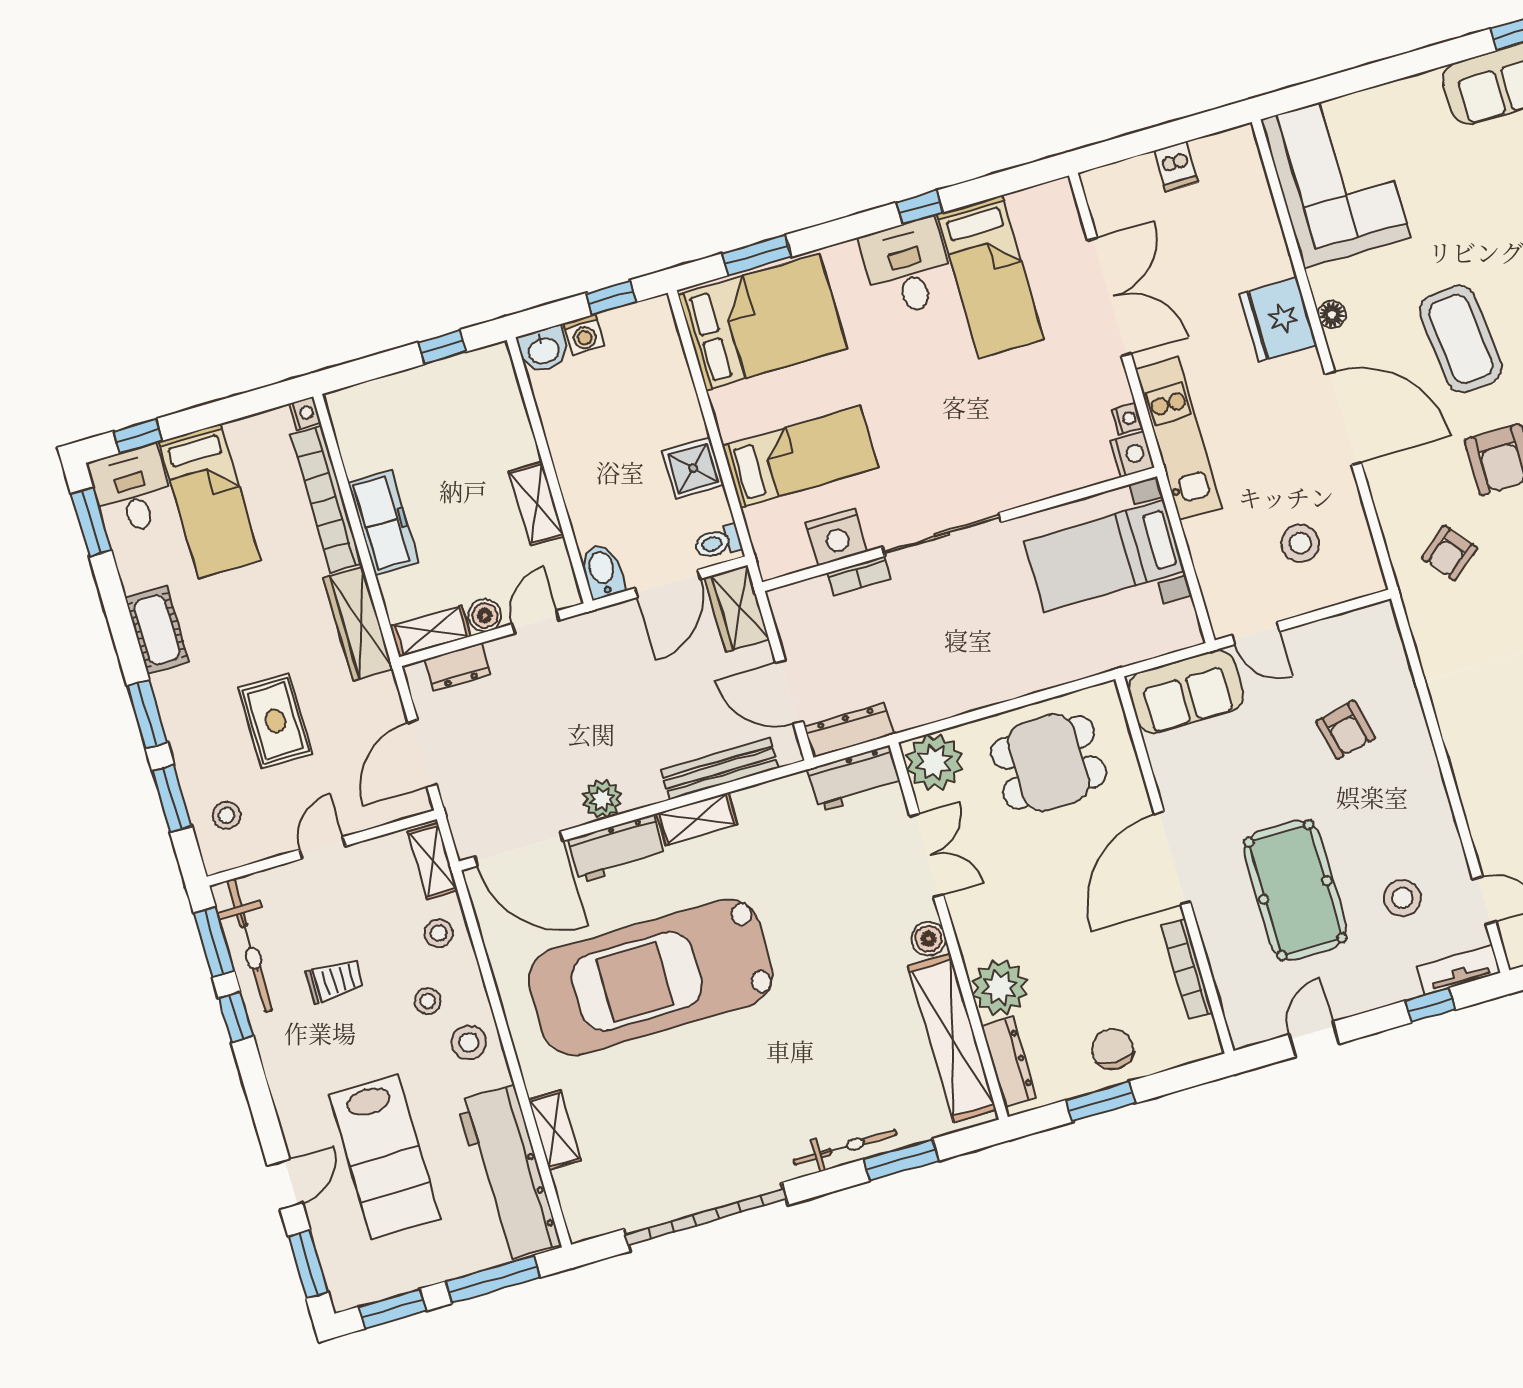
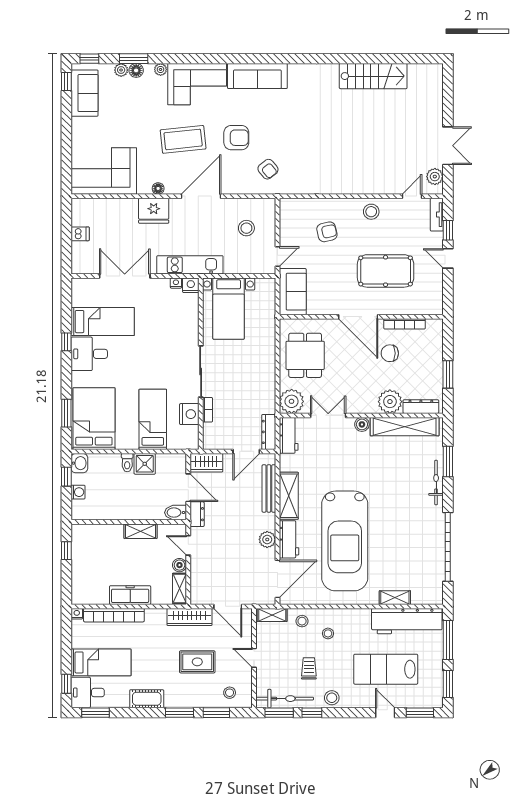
washbasin: (543, 350) -> (79, 463), moved
toilet: (718, 542) -> (127, 463), moved
wardrobe: (358, 623) -> (190, 617), moved
dresser: (458, 667) -> (197, 514), moved
shelving: (697, 819) -> (289, 496), width x1.50, depth x1.33
stool: (1402, 898) -> (371, 212), moved
door: (1314, 1039) -> (448, 258), moved
stool: (469, 1042) -> (332, 698), moved
chair: (1112, 1049) -> (390, 353), moved
lab bench: (385, 1157) -> (386, 669), turned 180

